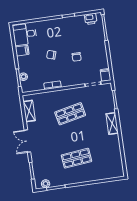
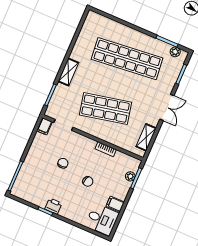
printer: (91, 19) -> (53, 206), moved
shop shelf: (70, 114) -> (105, 109), width x1.43, depth x1.36
shop shelf: (77, 158) -> (127, 59), width x2.00, depth x1.36

